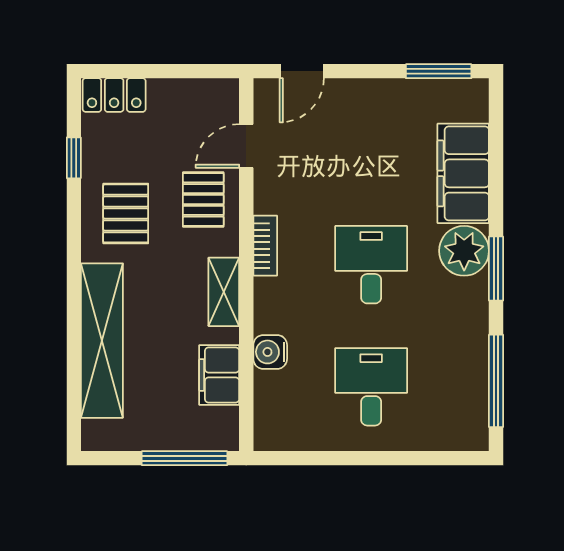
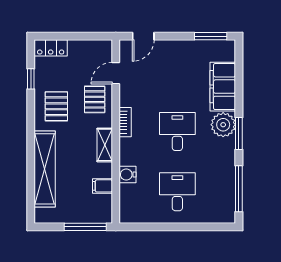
filing cabinet: (219, 375) -> (102, 186), width x0.50

